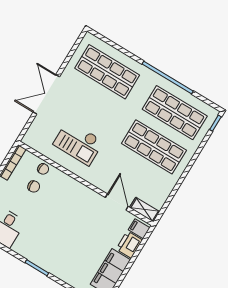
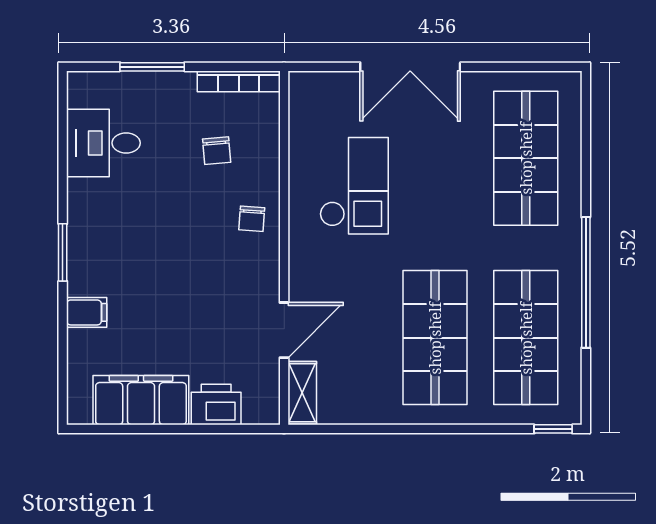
double door: (46, 94) -> (410, 67), swing flipped
checkout: (78, 143) -> (354, 186), turned 180
chair: (43, 169) -> (252, 219), moved
filing cabinet: (139, 229) -> (87, 312), moved, turned 90

